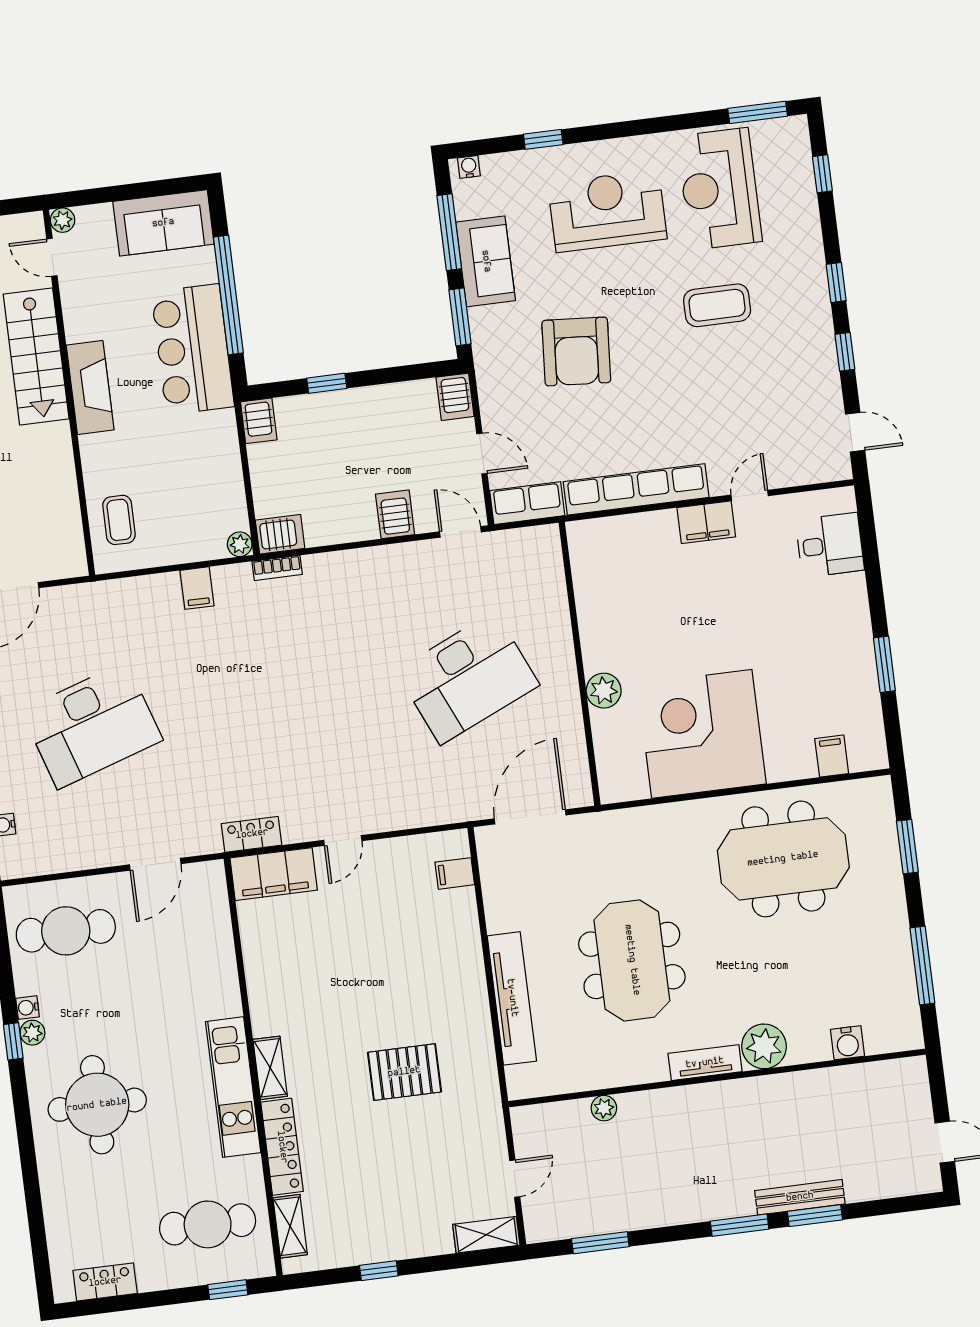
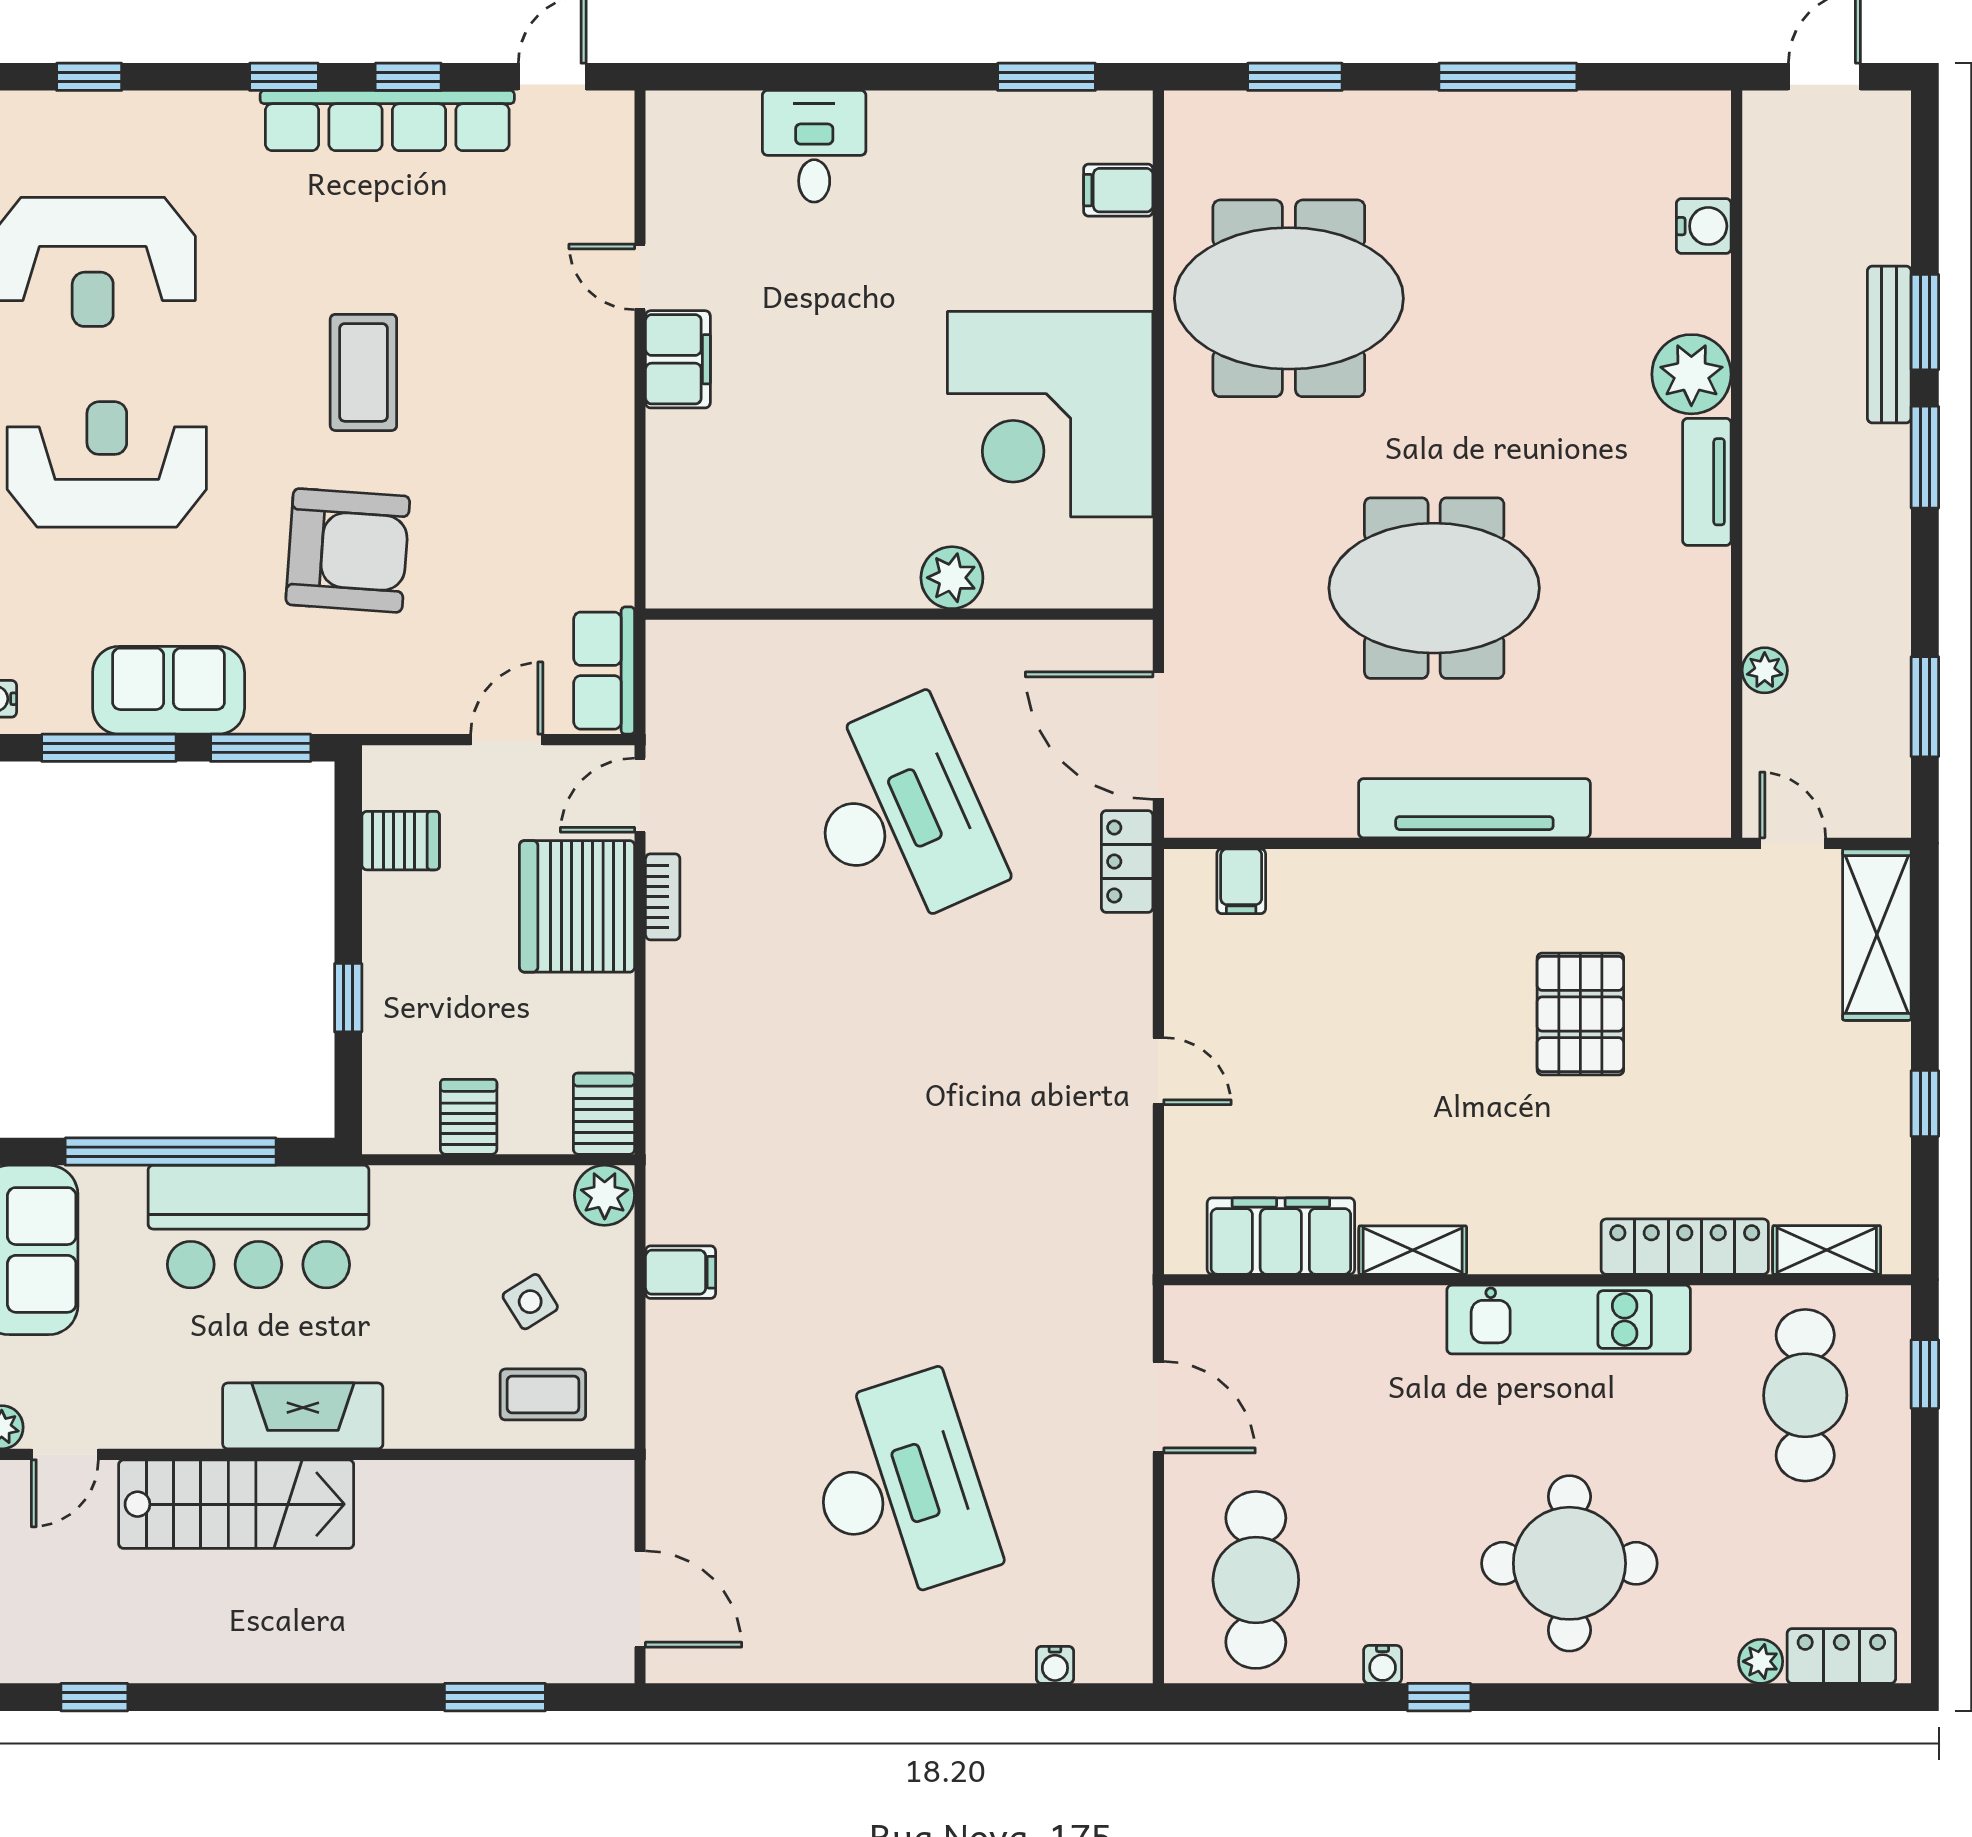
reception desk: (607, 211) -> (107, 464), turned 90
coffee table: (717, 305) -> (363, 372), moved
server rack: (455, 397) -> (401, 841), moved
server rack: (259, 421) -> (469, 1117), moved, turned -90
row of seats: (636, 489) -> (387, 121), moved, turned -90
side table: (170, 506) -> (530, 1302), added
server rack: (395, 514) -> (577, 906), width x2.18, depth x1.44
plant: (240, 544) -> (605, 1195), width x1.38, depth x1.38
desk: (830, 545) -> (814, 146), moved
bookcase: (277, 568) -> (663, 897), moved
window: (884, 664) -> (1046, 77), moved
locker: (252, 834) -> (1127, 861), moved
meeting table: (783, 859) -> (1289, 298), turned 90
filing cabinet: (274, 874) -> (1281, 1236), moved, turned -90
plant: (32, 1033) -> (1761, 1661), moved
water cooler: (848, 1043) -> (1704, 226), moved
plant: (764, 1046) -> (1691, 374), moved
tv unit: (705, 1063) -> (1707, 482), moved
shelving: (270, 1068) -> (1413, 1250), moved
wall: (717, 1078) -> (1737, 464), moved
plant: (604, 1108) -> (1765, 670), moved
shelving: (486, 1235) -> (1877, 935), width x1.50, depth x1.33
locker: (105, 1282) -> (1841, 1656), moved, turned 90

